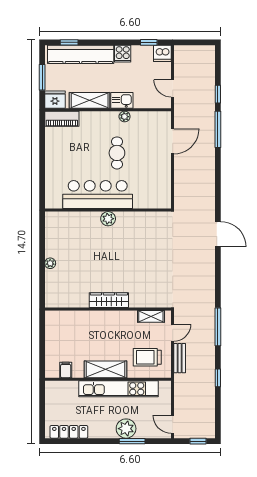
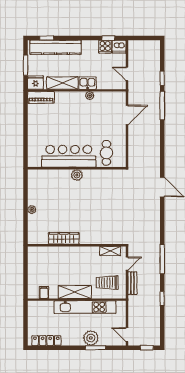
cooker: (123, 54) -> (105, 47), moved
cafe table: (117, 153) -> (106, 153), moved
wardrobe: (109, 300) -> (64, 238), moved

